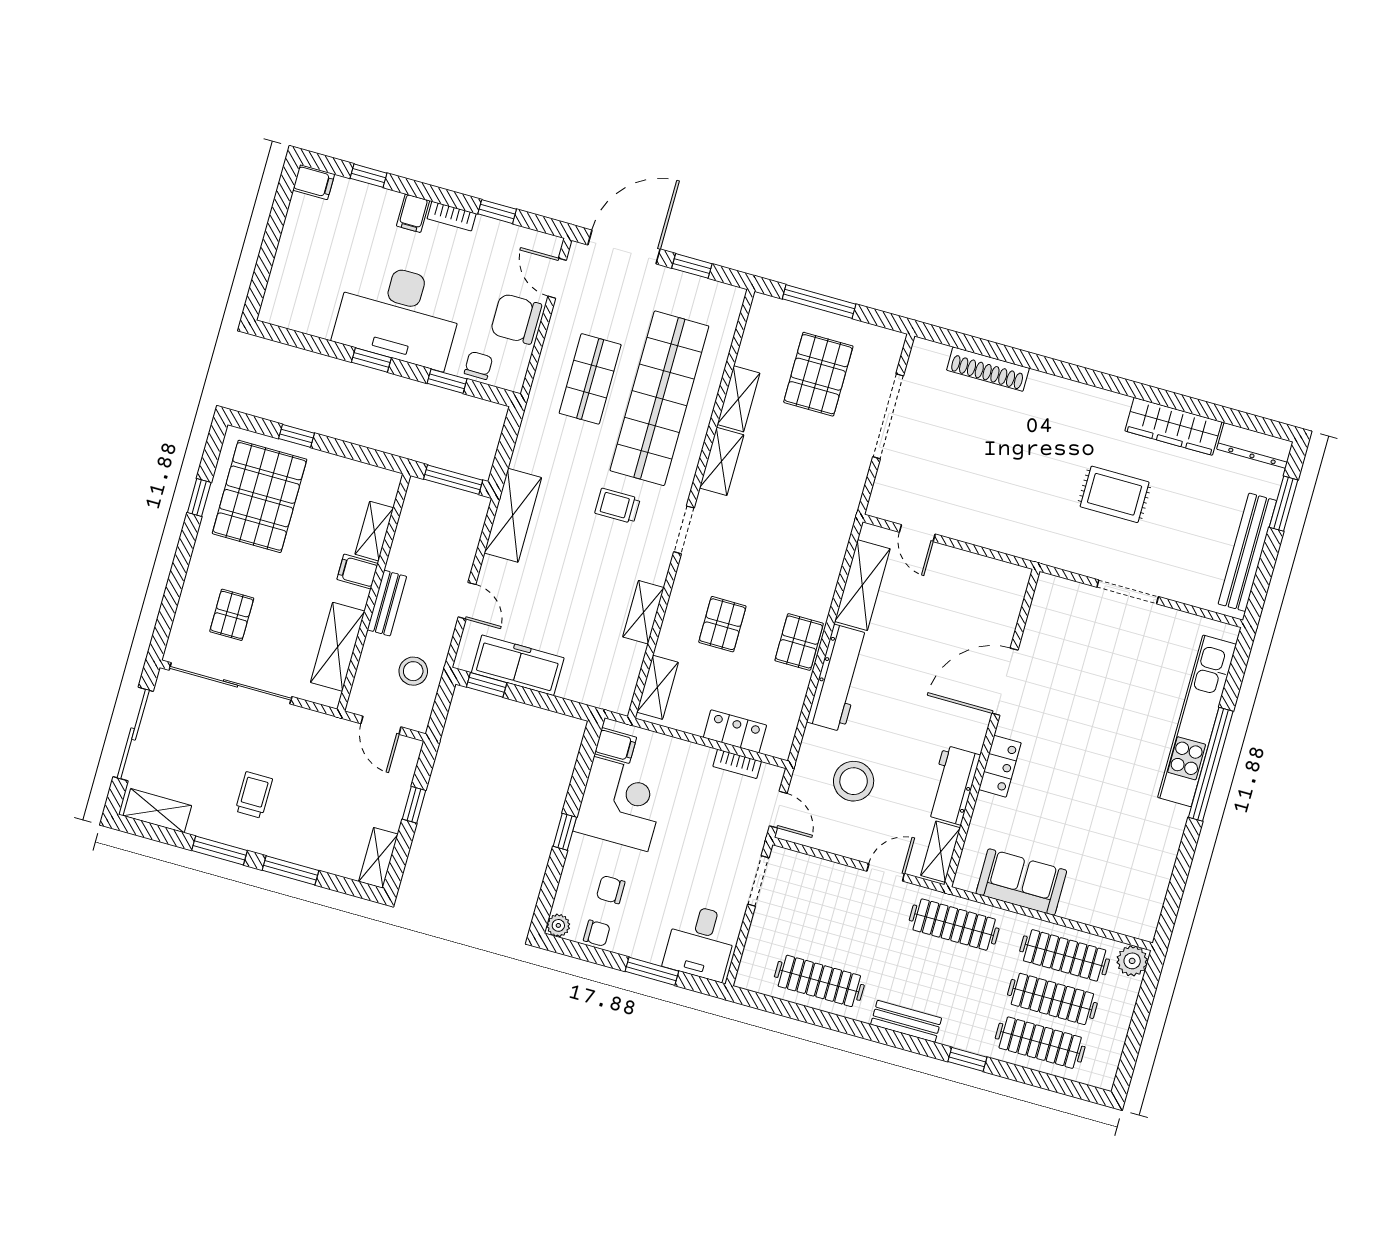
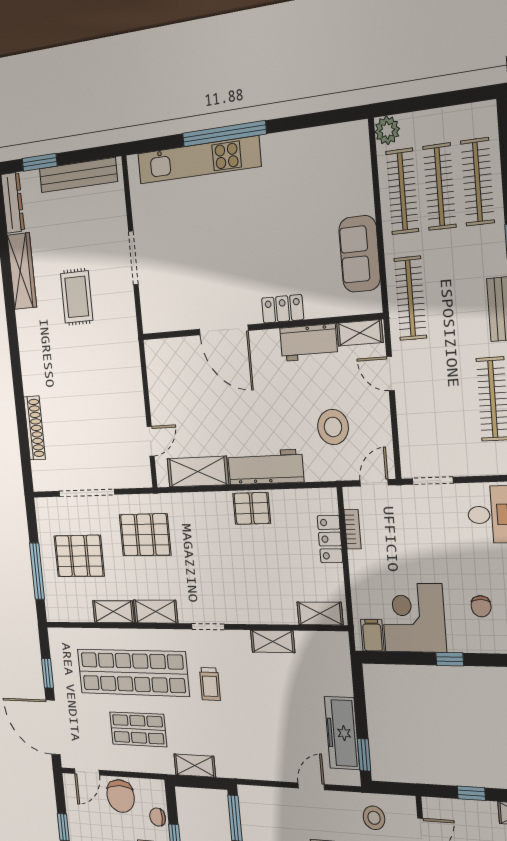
shelving: (513, 515) -> (195, 766), moved, width x0.67, depth x0.75
pallet: (722, 624) -> (145, 535), moved, width x1.50, depth x1.42

